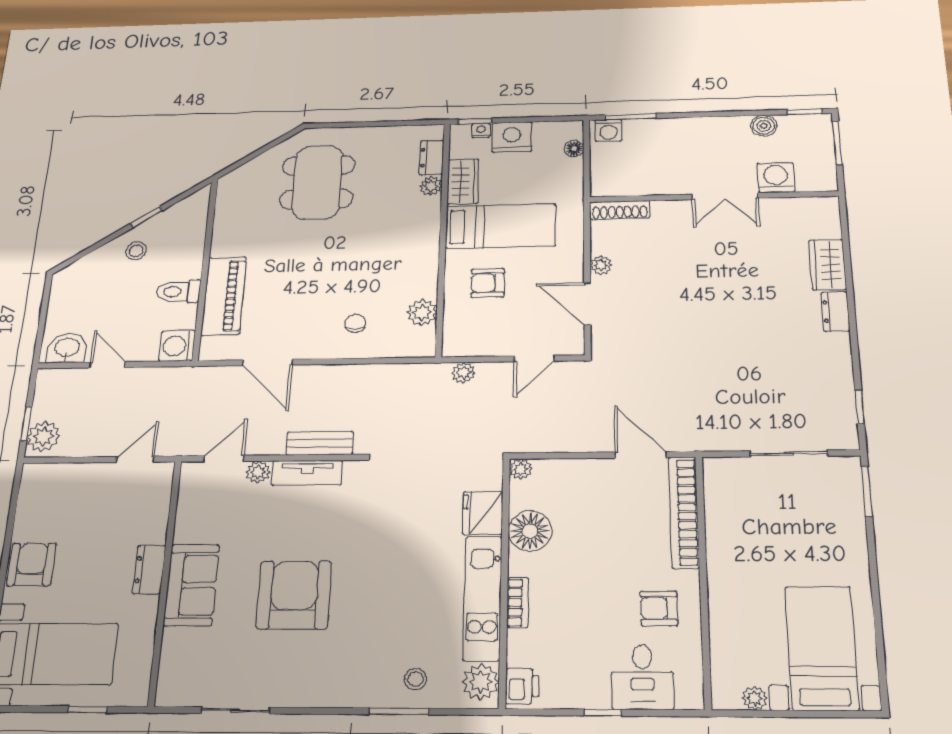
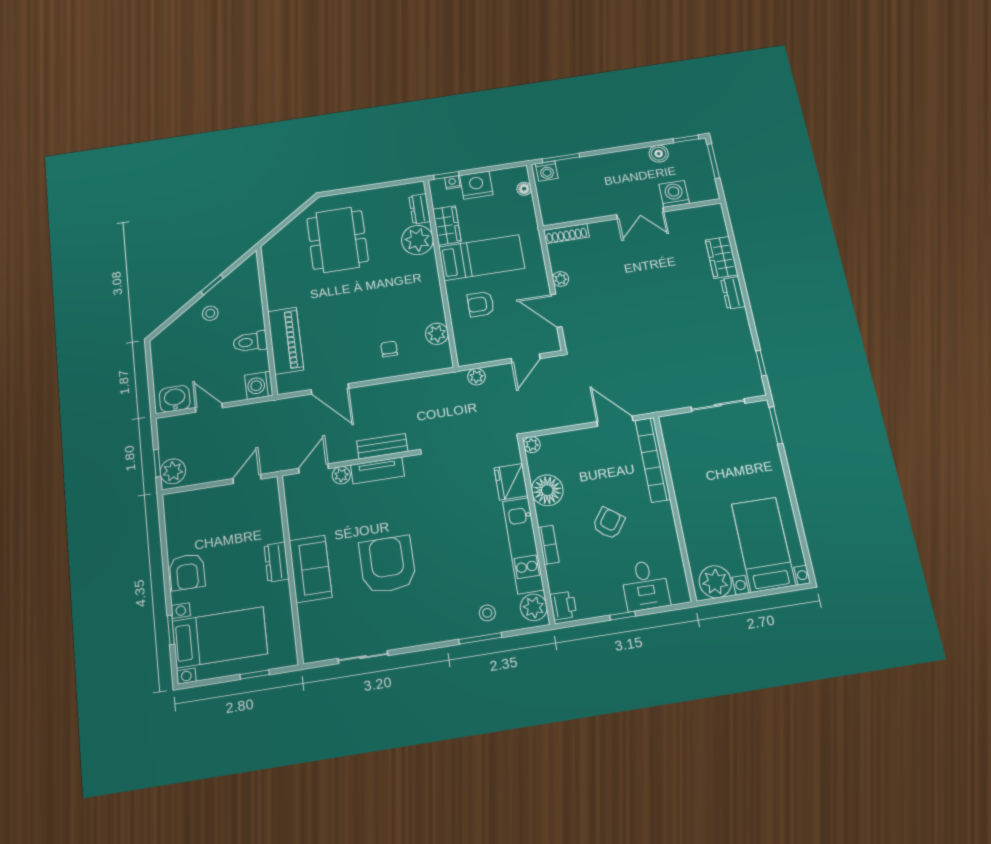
plant: (431, 186) -> (417, 240), width x1.88, depth x1.88
armchair: (31, 564) -> (187, 572), turned 180
armchair: (659, 608) -> (609, 523), moved, turned 126
plant: (755, 698) -> (715, 582), width x1.87, depth x1.87

